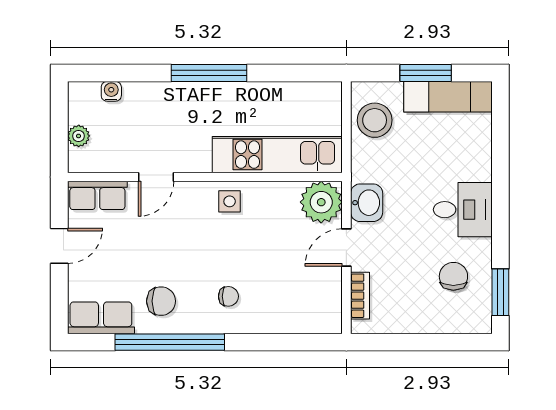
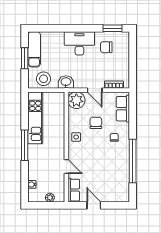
kitchen unit: (277, 155) -> (35, 118), moved, turned 180
washbasin: (367, 203) -> (66, 82), moved
desk: (463, 210) -> (79, 43), width x1.37
chair: (161, 301) -> (96, 123), moved
row of seats: (101, 318) -> (123, 109), moved

